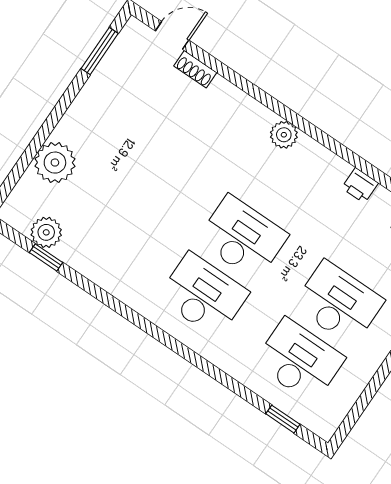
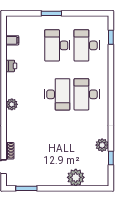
plant: (46, 232) -> (102, 145), moved
desk: (243, 238) -> (57, 94), turned 180

